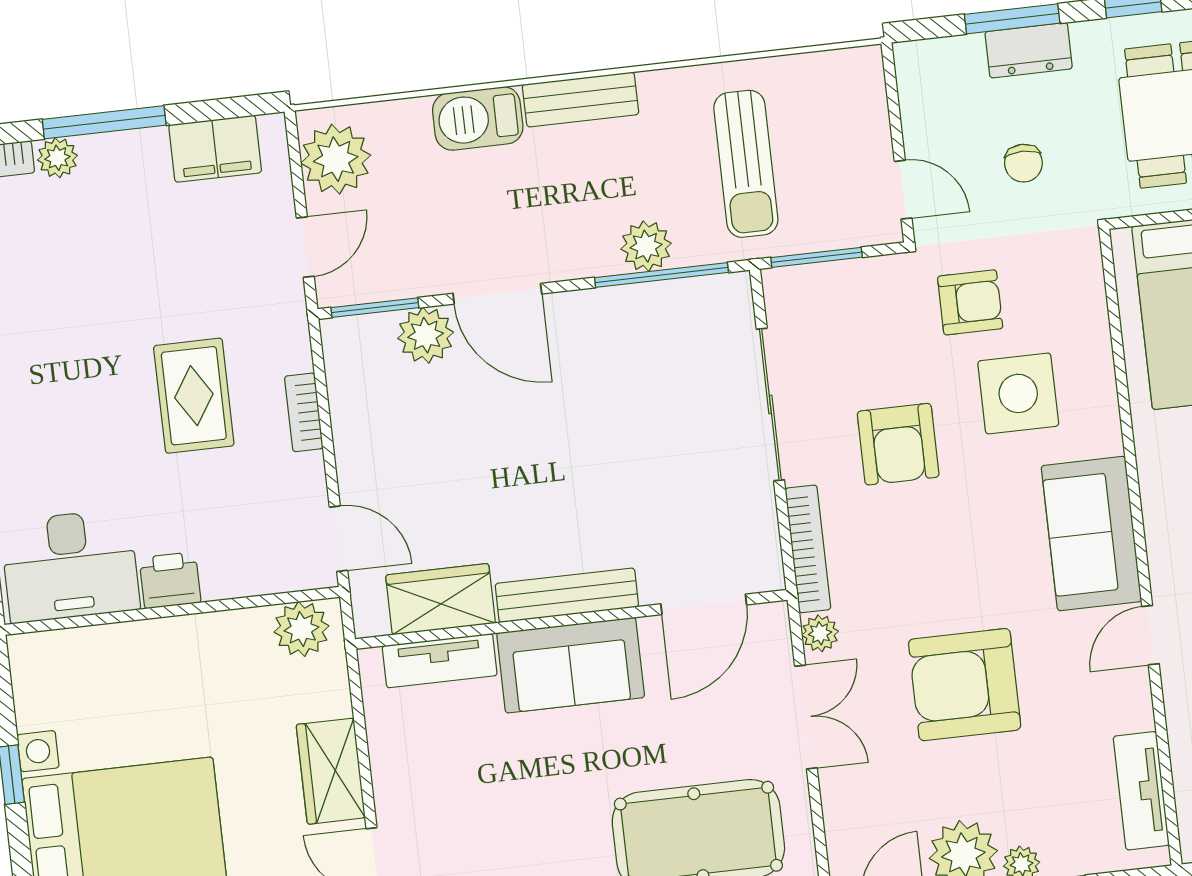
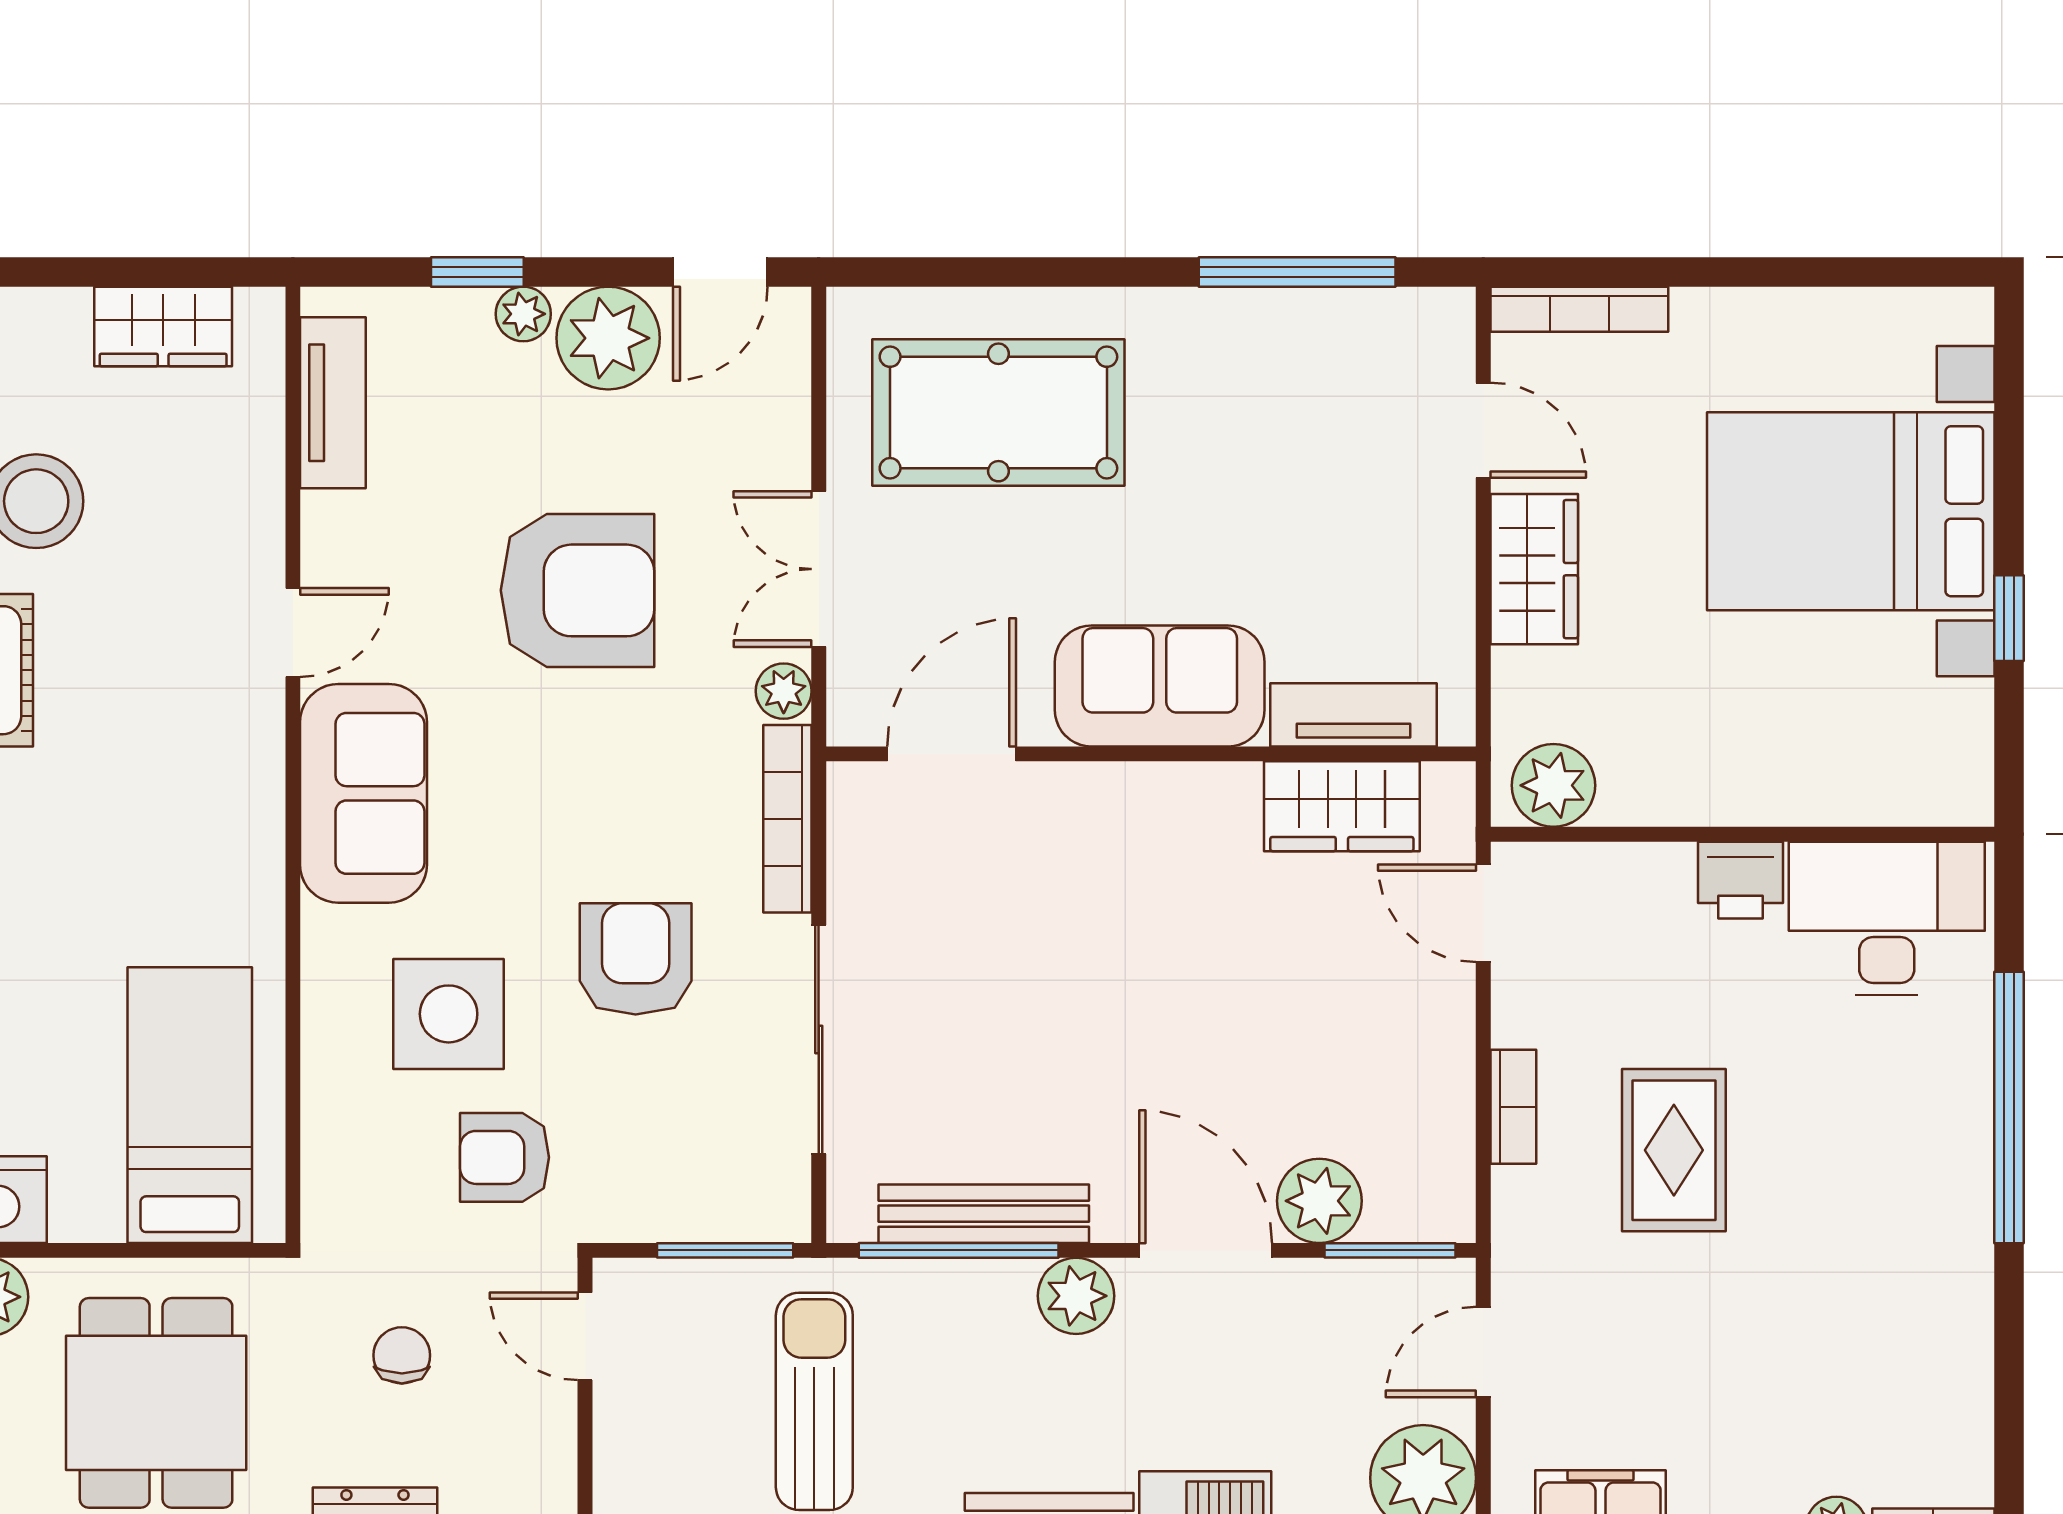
plant: (646, 246) -> (1076, 1296), moved
bench: (567, 595) -> (984, 1214), moved

